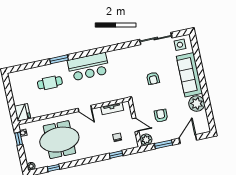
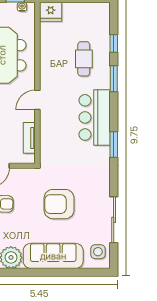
window: (104, 50) -> (114, 144), added
window: (35, 65) -> (114, 44), added
armchair: (153, 78) -> (59, 204), width x1.88, depth x1.88

